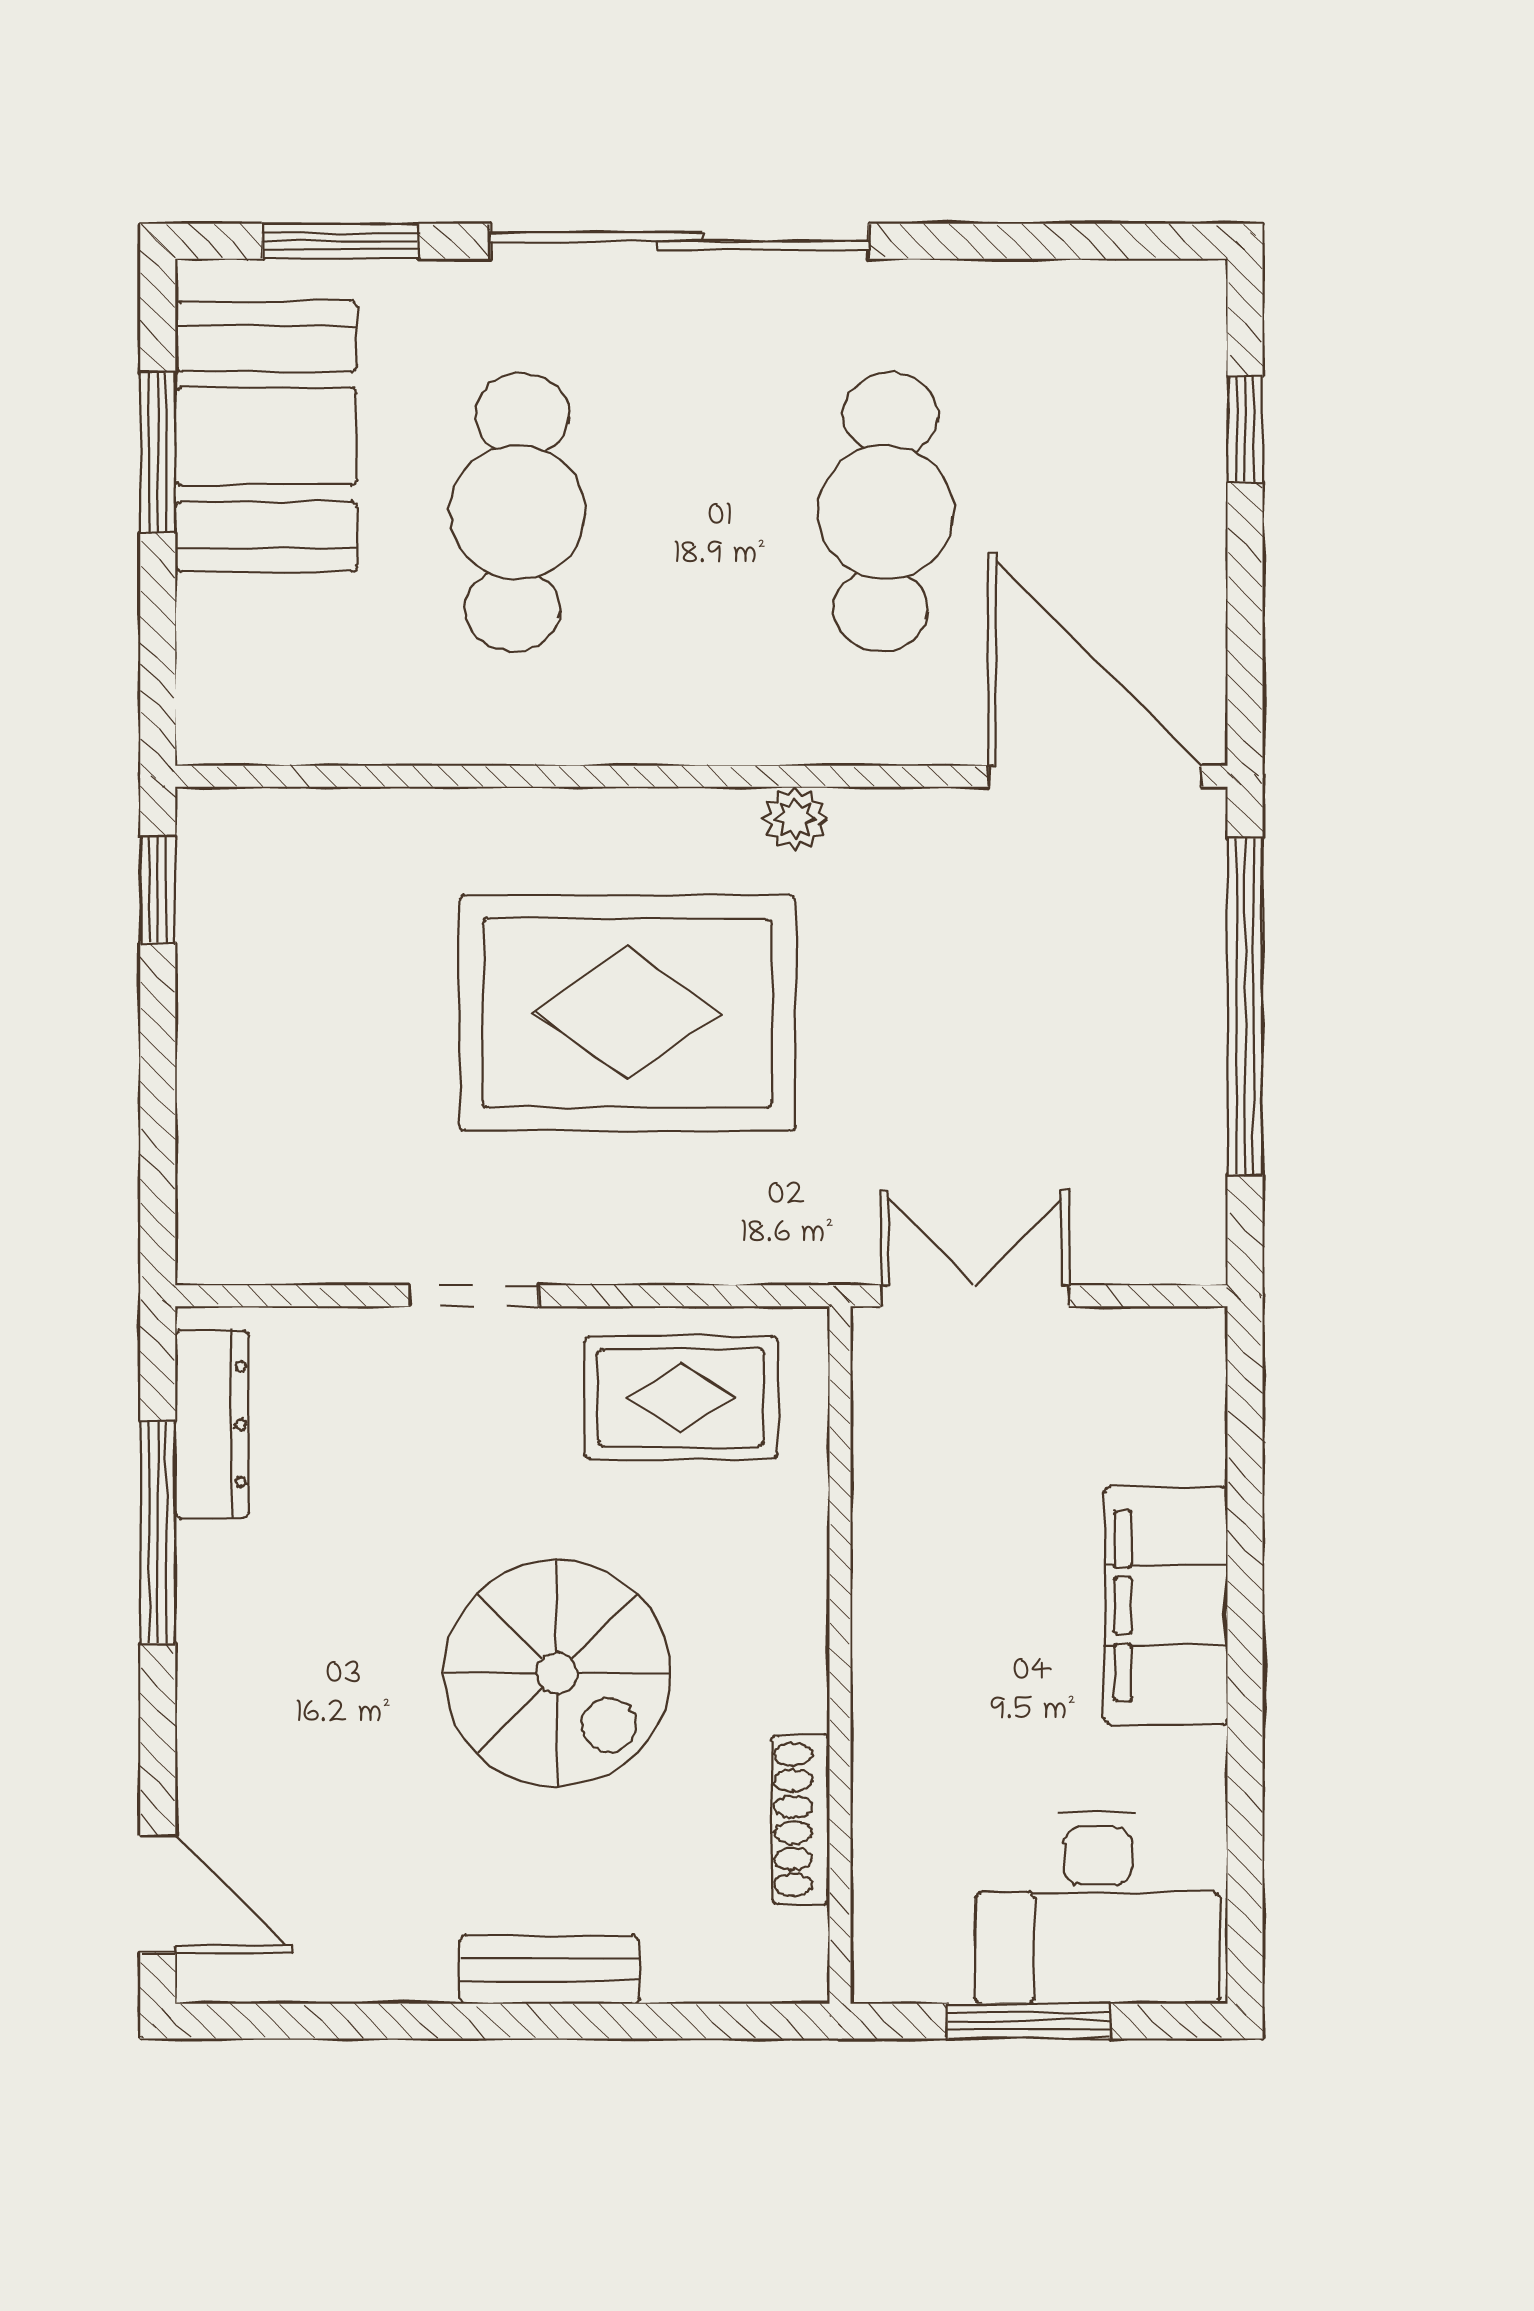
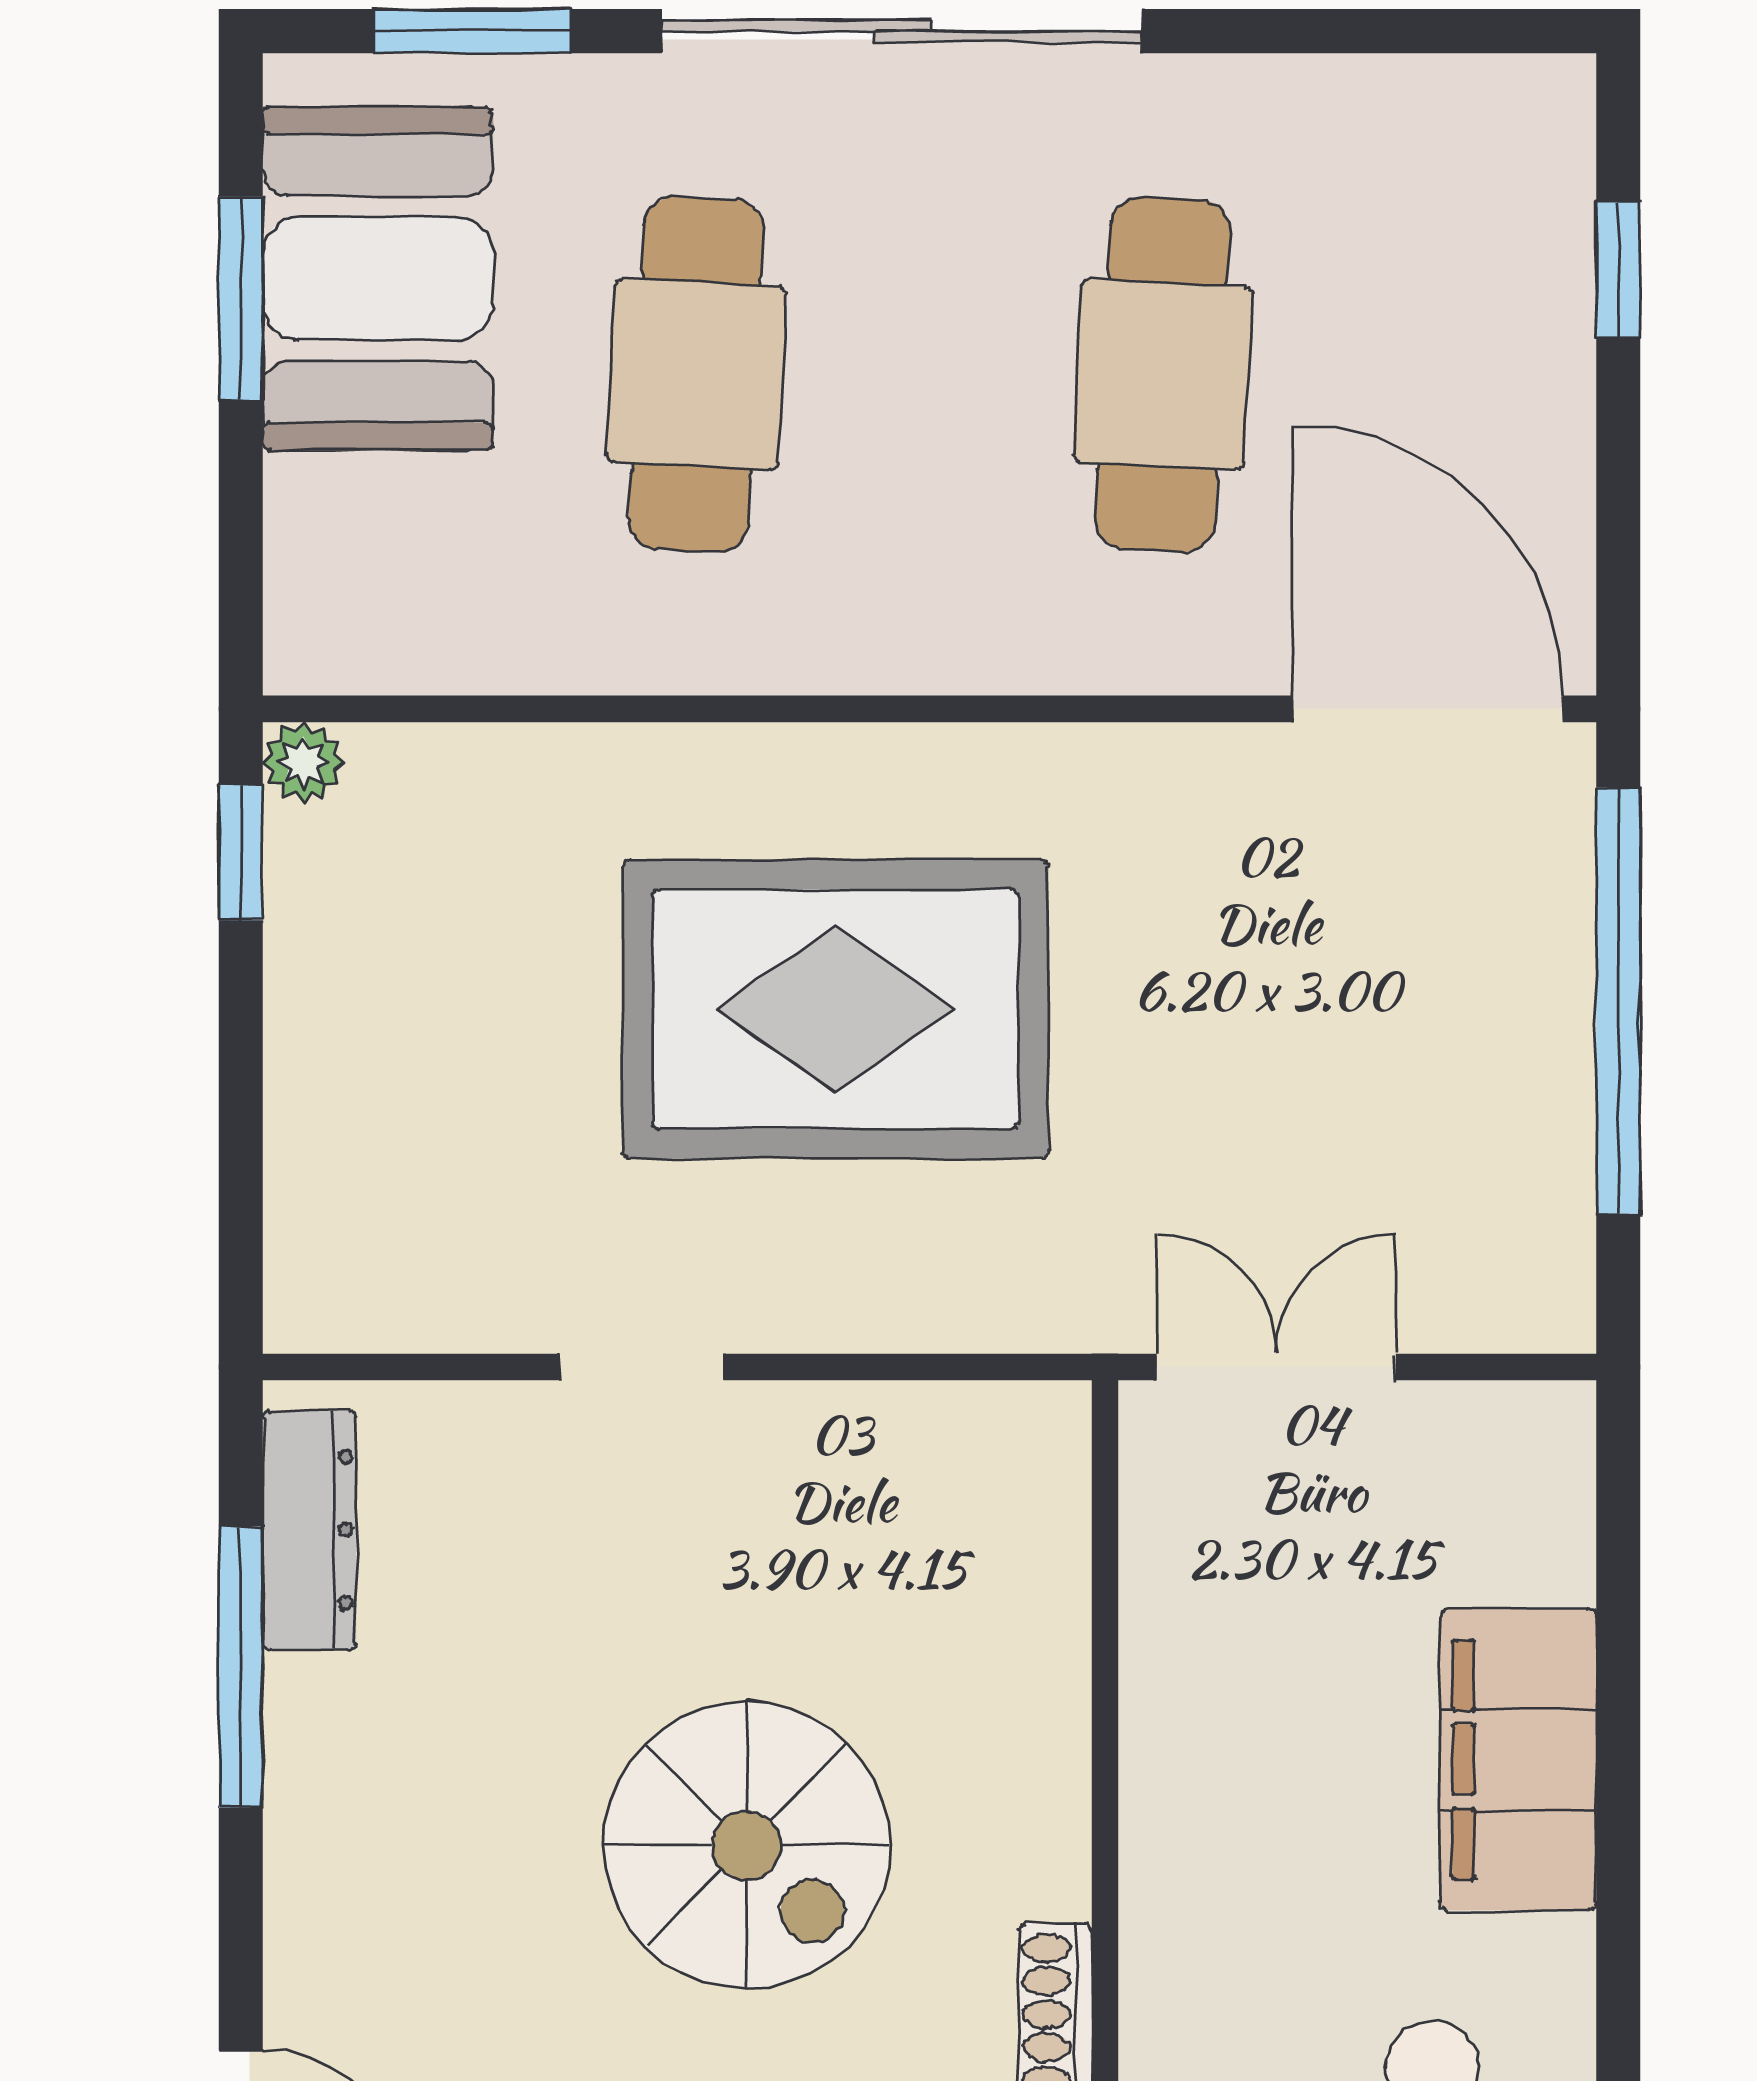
plant: (795, 819) -> (303, 763), moved
rug: (681, 1397) -> (904, 1496), removed

